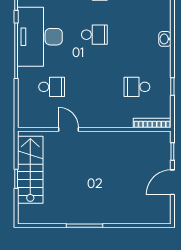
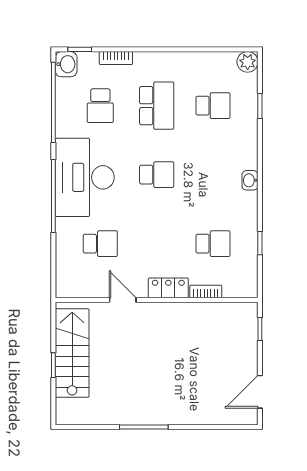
school desk: (137, 87) -> (213, 244), turned 180
locker: (103, 120) -> (168, 288), added
bookcase: (152, 123) -> (206, 291), moved, width x0.64
door: (172, 182) -> (260, 392), moved

